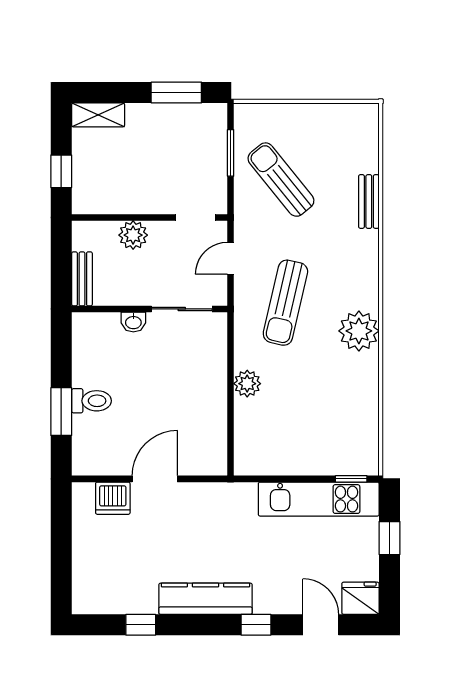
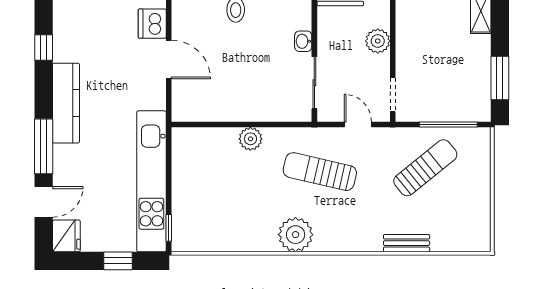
window: (231, 153) -> (448, 125), width x1.44
kitchen unit: (319, 499) -> (151, 181), width x1.36
window: (256, 625) -> (44, 146), width x2.17

